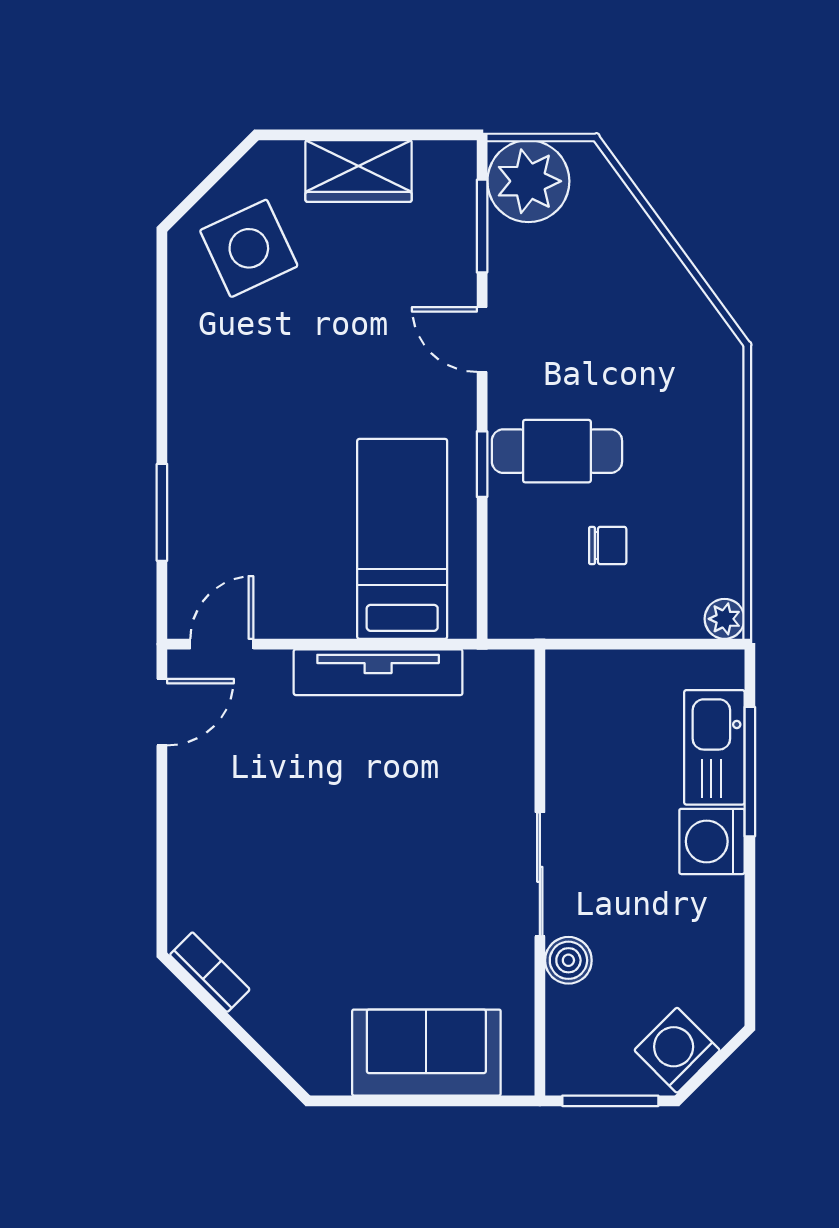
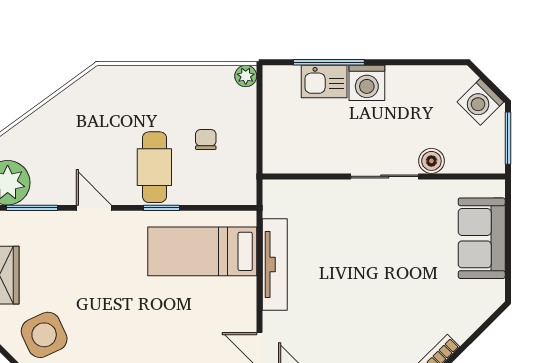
door: (482, 339) -> (94, 208), swing flipped
kitchen sink: (714, 747) -> (324, 82), width x0.73

